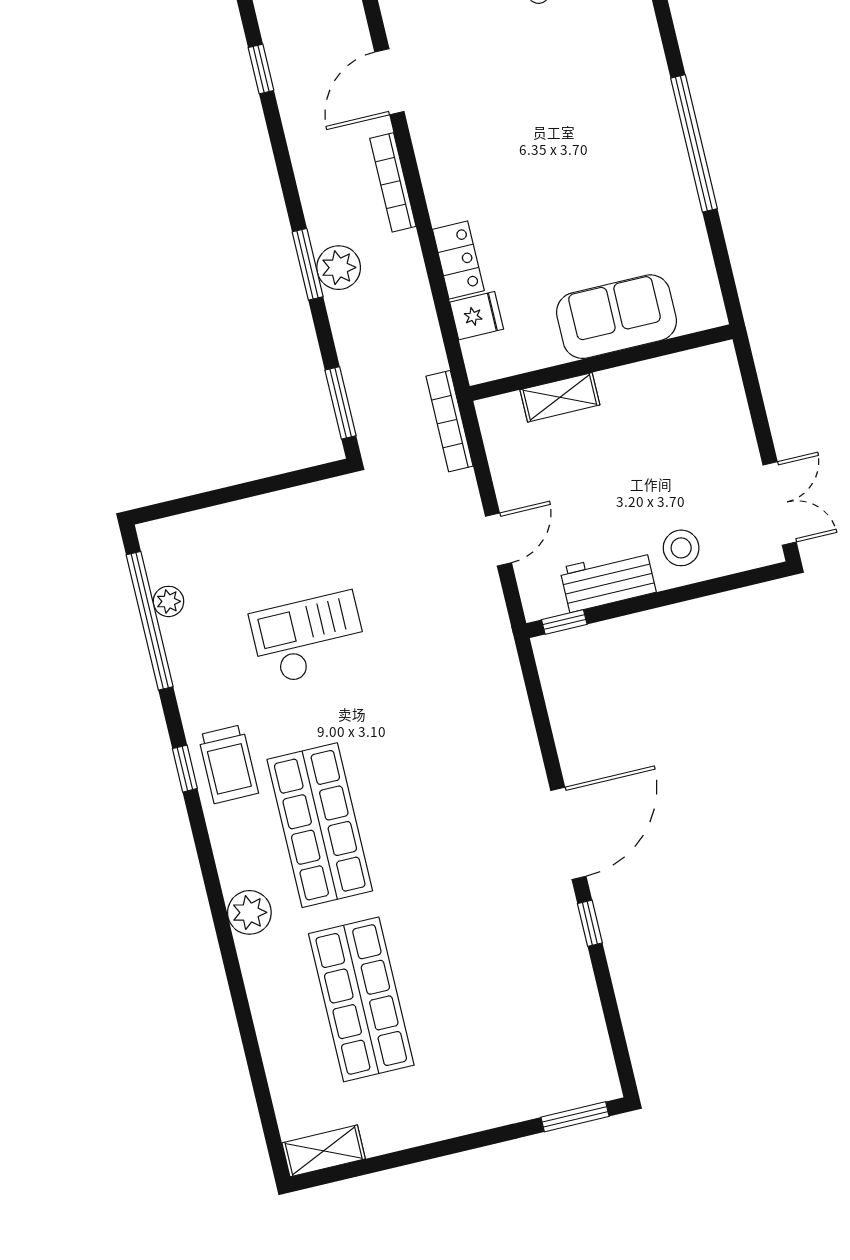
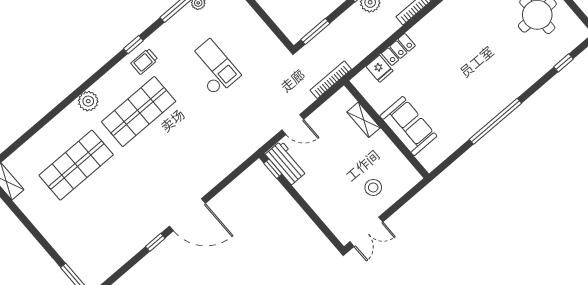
stool: (681, 548) -> (373, 187), moved
workbench: (608, 580) -> (286, 163), moved
trolley: (228, 764) -> (144, 61), width x0.73, depth x0.72

